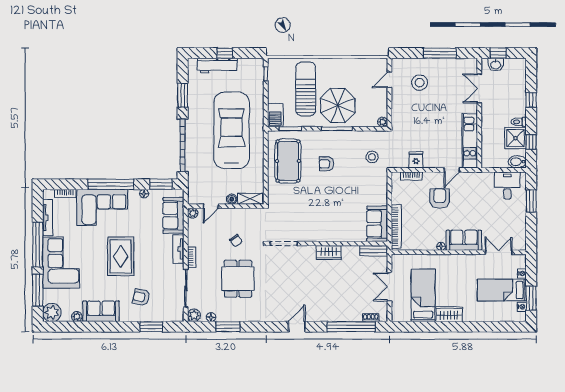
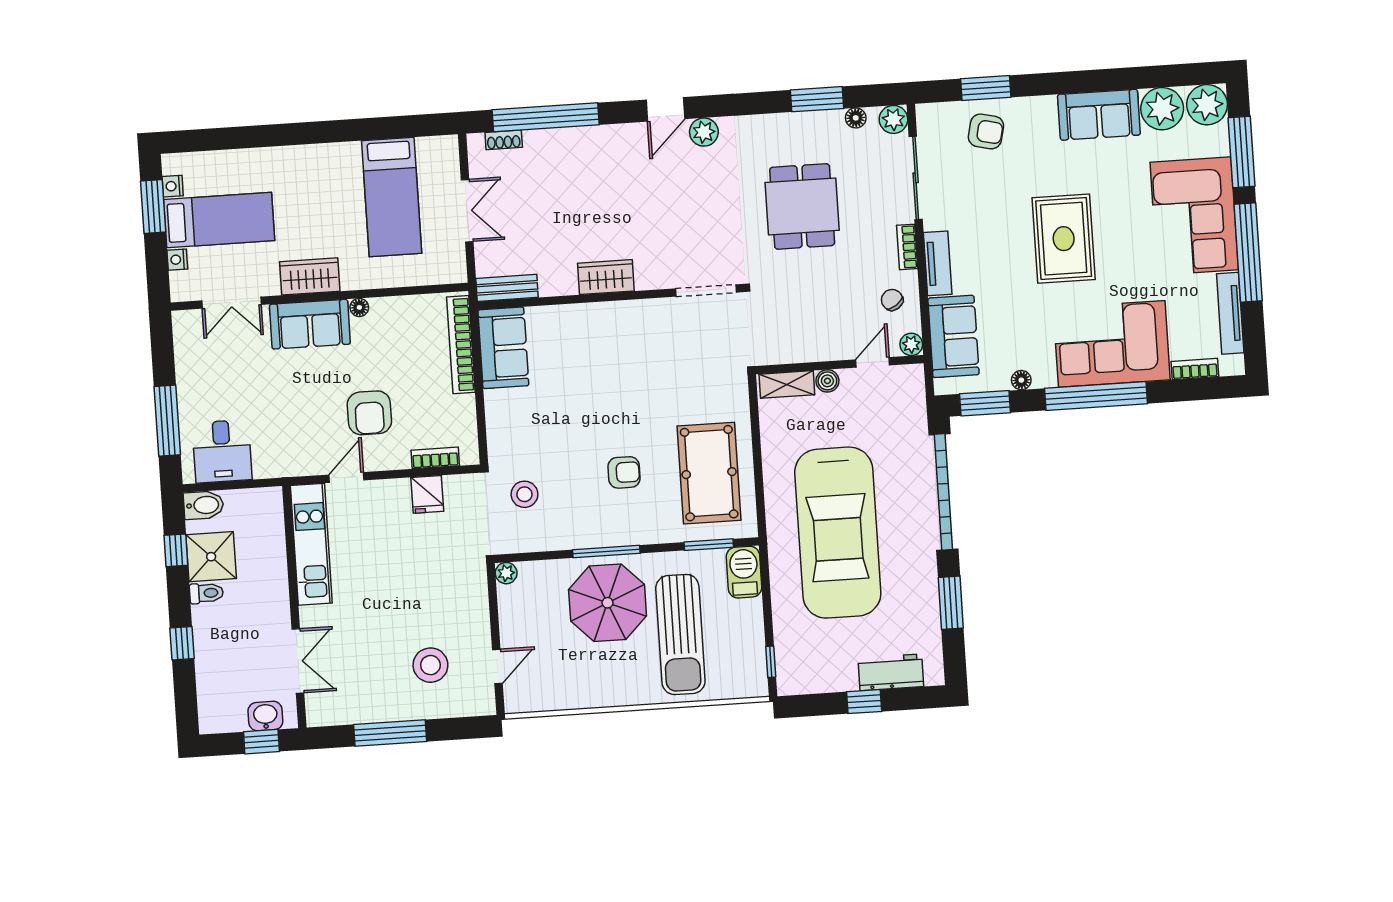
workbench: (217, 66) -> (891, 672), width x0.73
window: (531, 201) -> (167, 421), width x1.44
chair: (236, 241) -> (892, 300), moved
armchair: (141, 297) -> (986, 131), moved
wardrobe: (449, 314) -> (310, 276), moved, turned 180
plant: (280, 315) -> (704, 132), added
plant: (77, 317) -> (1162, 109), width x1.87, depth x1.87

